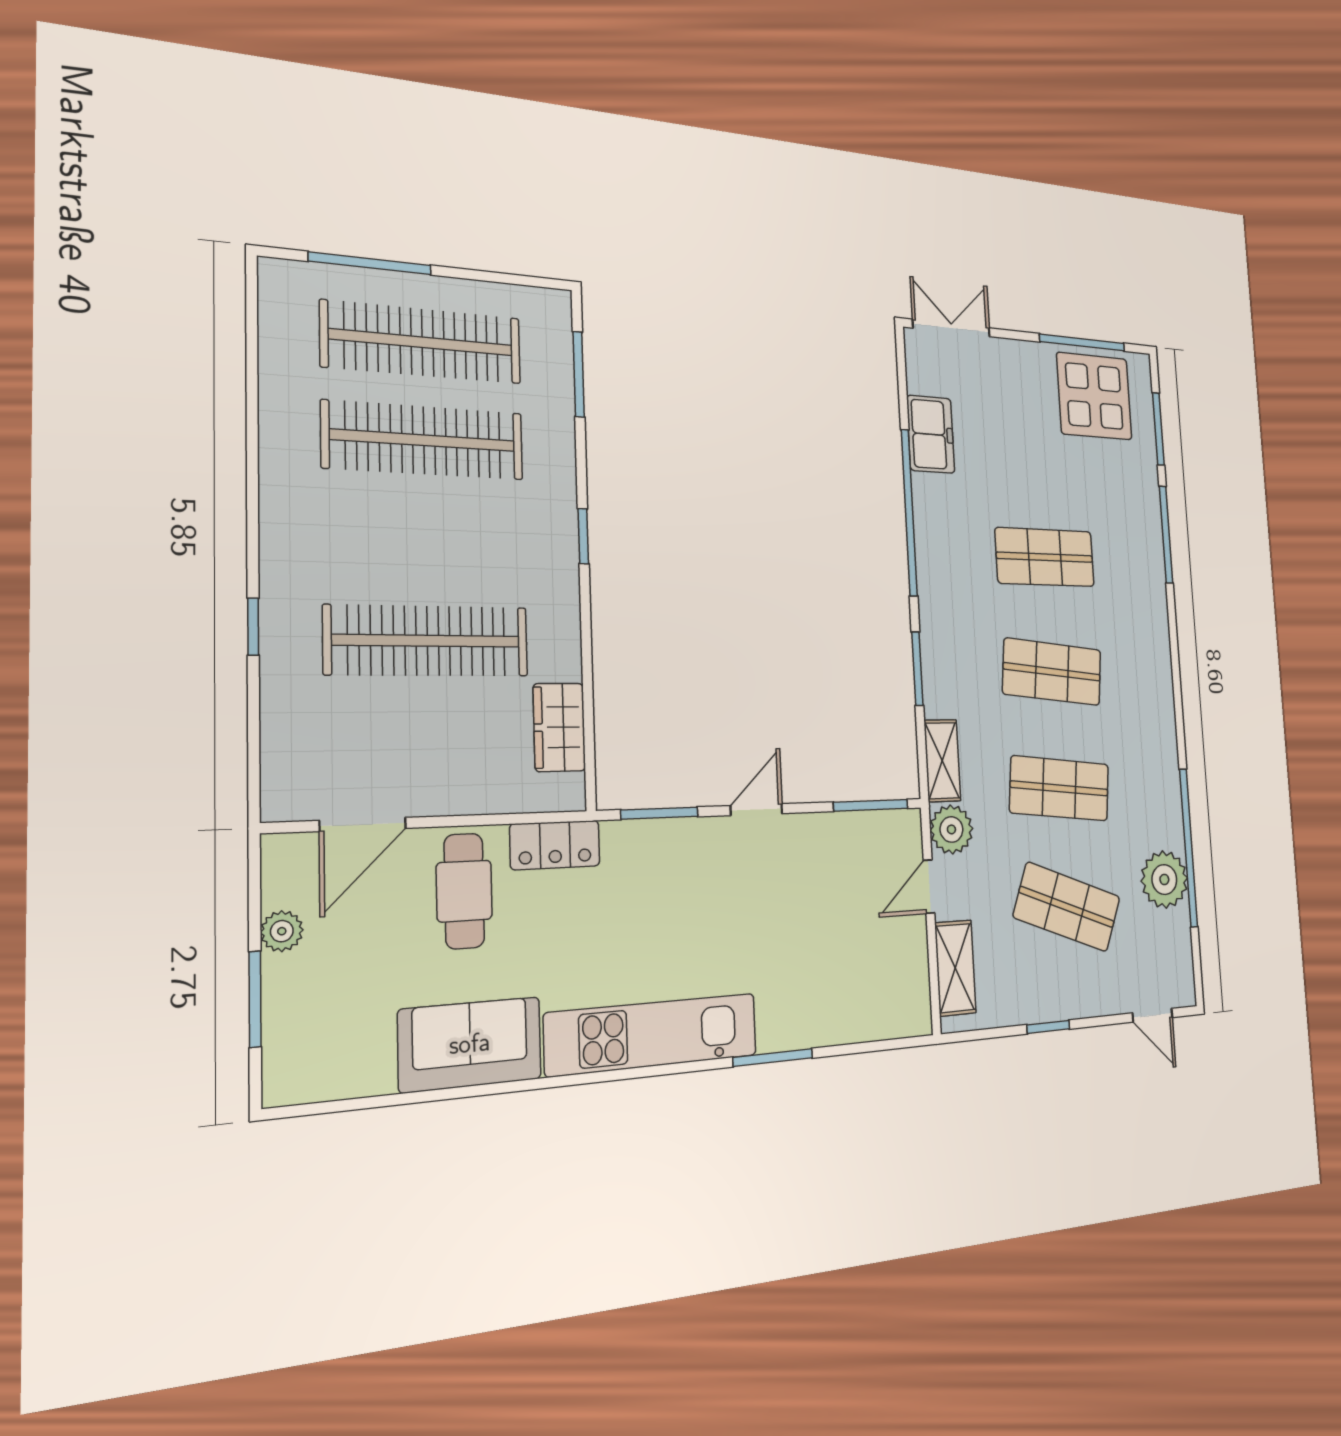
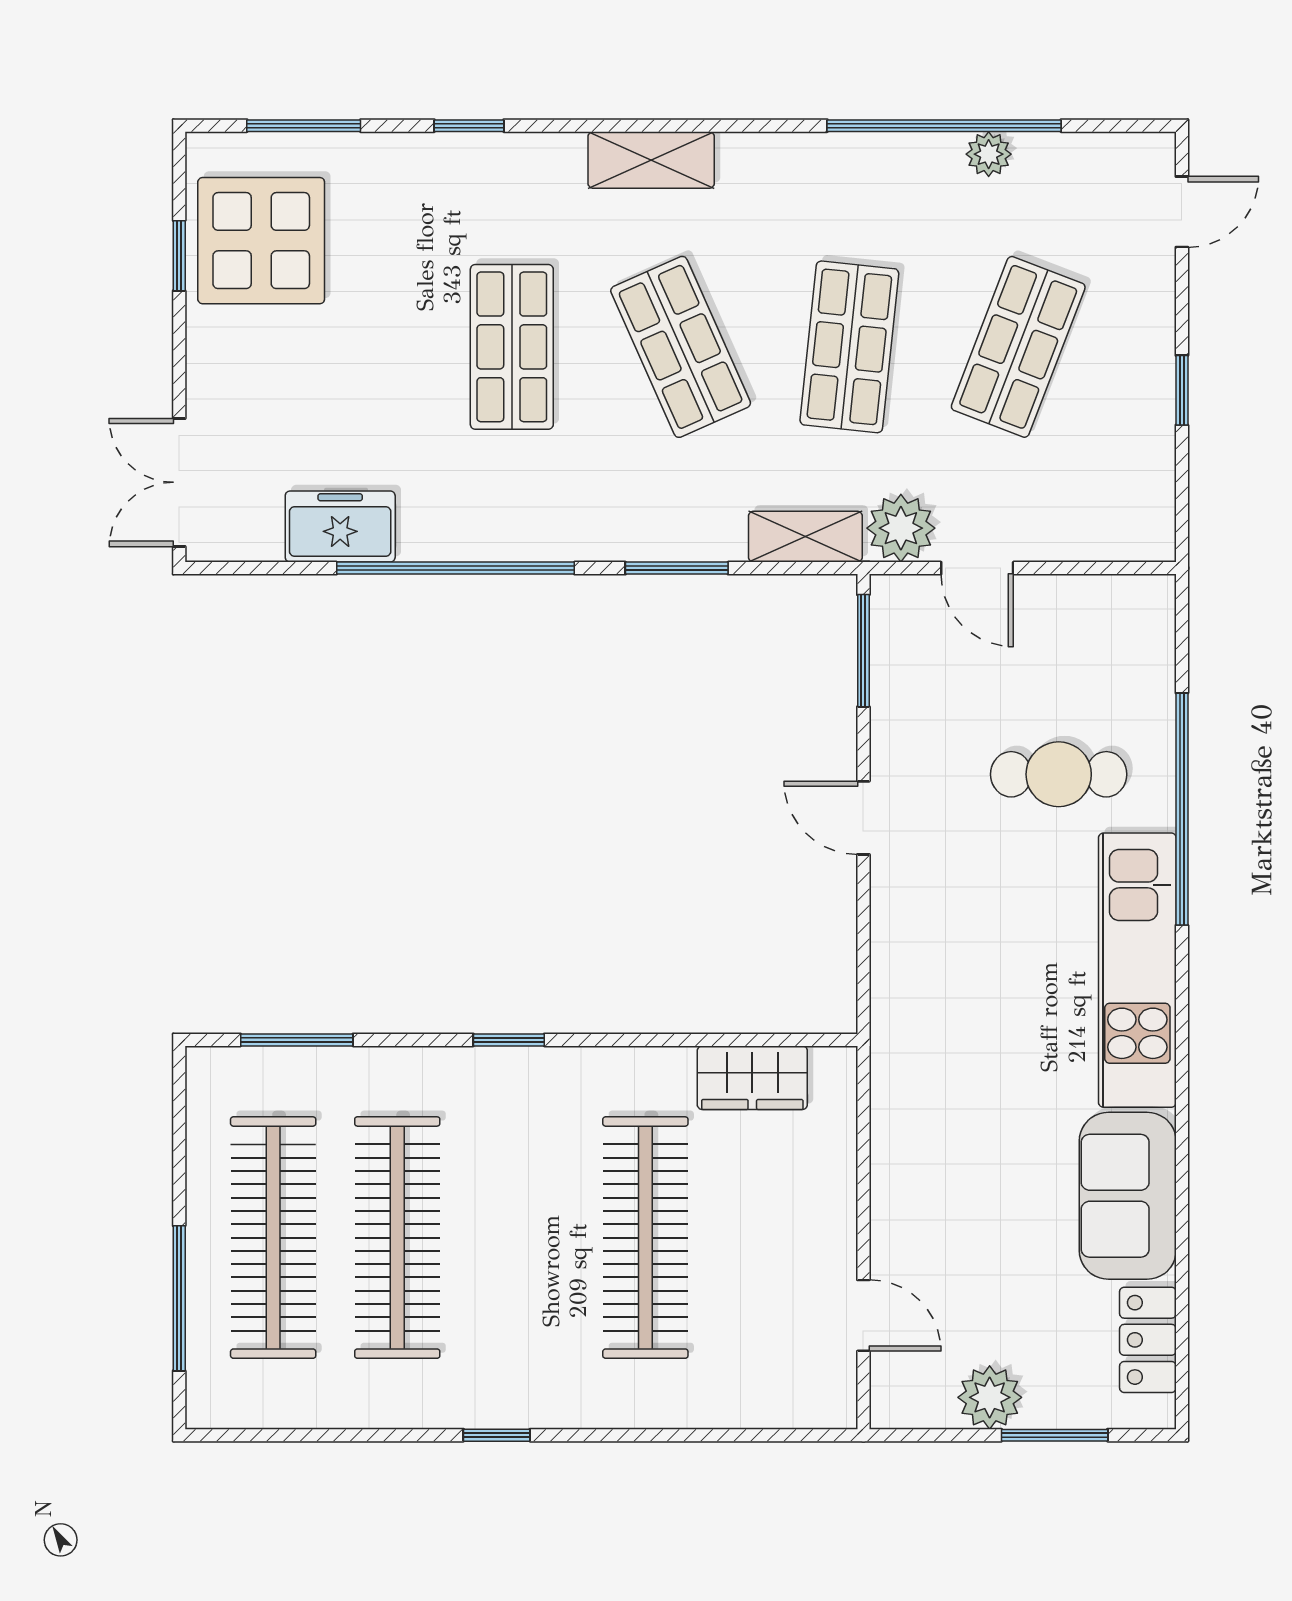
window: (1082, 343) -> (179, 256), width x0.46
window: (1166, 535) -> (469, 126), width x0.46
window: (253, 627) -> (497, 1435), moved
shop shelf: (1052, 672) -> (681, 347), turned -30
window: (659, 813) -> (863, 951), removed
door: (363, 824) -> (863, 1315), width x0.73
locker: (555, 845) -> (1148, 1340), moved, turned 180
plant: (1164, 880) -> (989, 154), width x0.53, depth x0.53
cafe table: (464, 891) -> (1059, 774), moved
plant: (282, 931) -> (990, 1397), width x1.38, depth x1.38
shelving: (955, 968) -> (651, 160), moved
window: (773, 1058) -> (1182, 809), width x2.11

